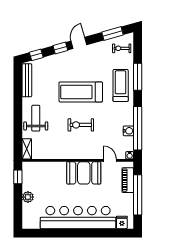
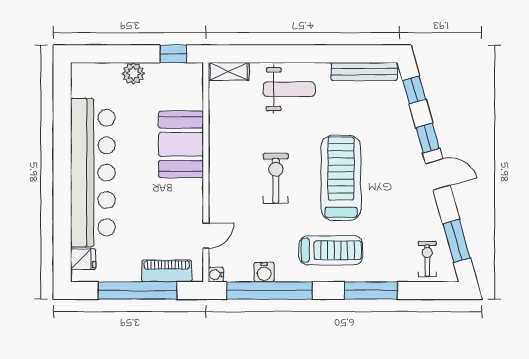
treadmill: (121, 85) -> (331, 250), moved
booth: (84, 173) -> (181, 144), moved

